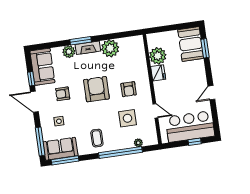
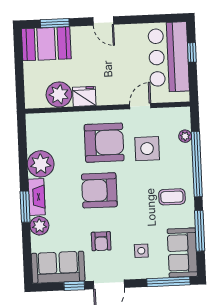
armchair: (129, 89) -> (104, 143), width x1.88, depth x1.88
door: (211, 93) -> (103, 21), moved
window: (65, 160) -> (200, 231), moved

